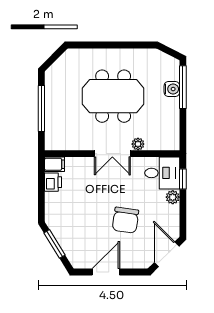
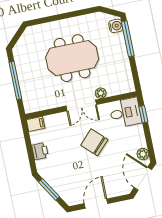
water cooler: (172, 89) -> (116, 26), moved
printer: (53, 182) -> (40, 151), moved
plant: (173, 197) -> (143, 154), moved
chair: (125, 220) -> (94, 142), moved, turned 126

